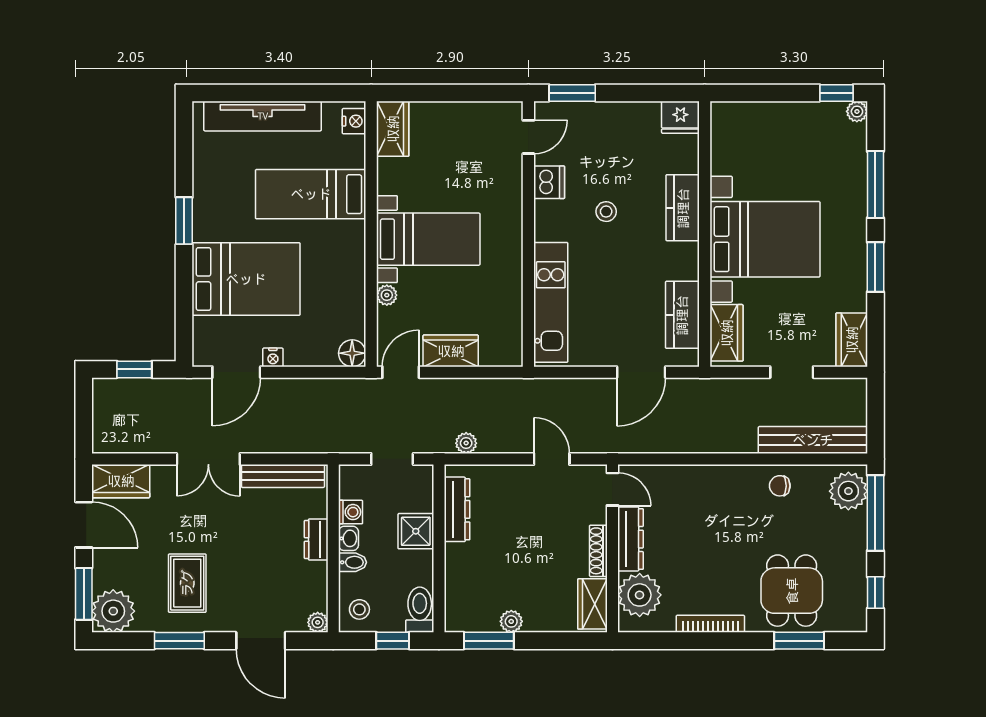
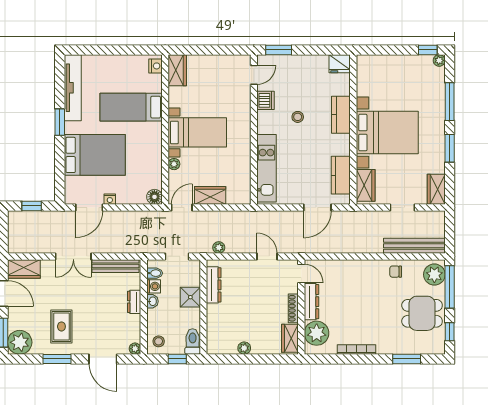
tv unit: (263, 116) -> (73, 88), moved, turned -90
bidet: (352, 562) -> (155, 273), moved
dining table: (792, 591) -> (422, 313), moved, turned 90
window: (489, 641) -> (232, 359), removed

